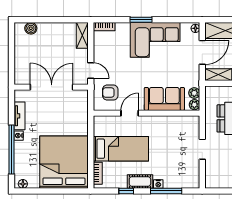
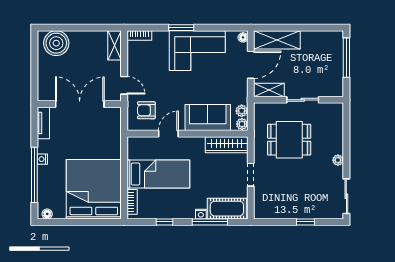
boiler: (31, 28) -> (56, 43), width x1.86, depth x1.86
tv unit: (19, 116) -> (43, 123), moved
wardrobe: (181, 123) -> (227, 145), added
cot: (140, 181) -> (227, 209), moved, width x1.37, depth x1.34

